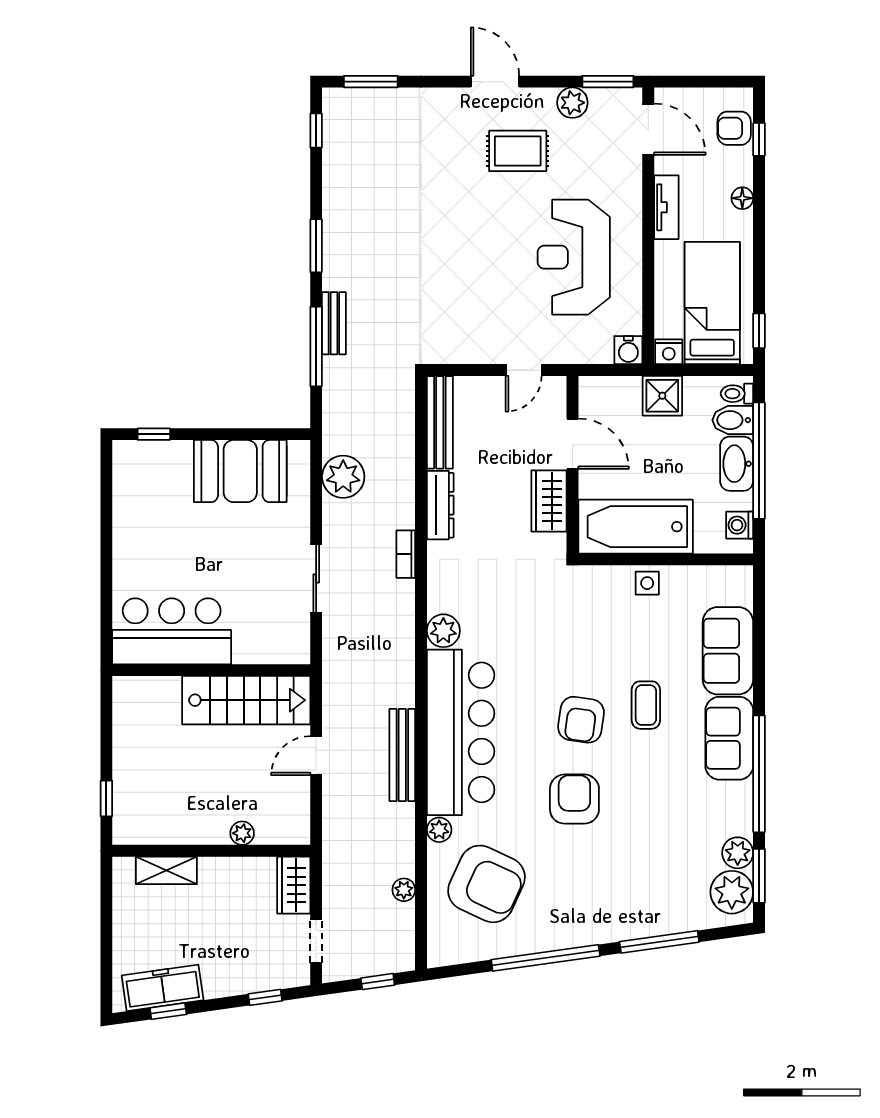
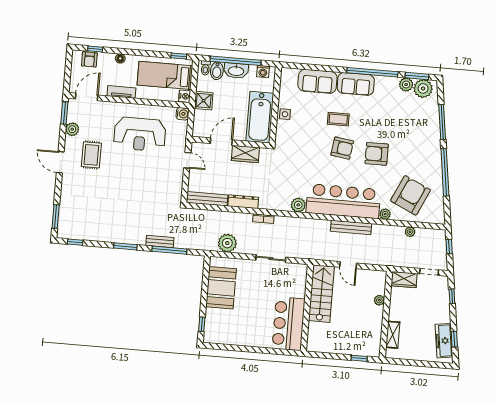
door: (495, 82) -> (60, 162), hinge flipped

